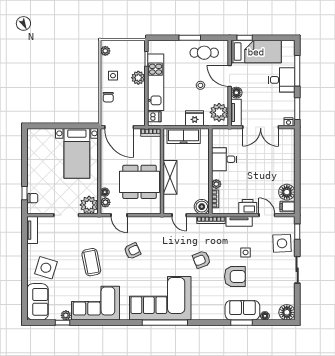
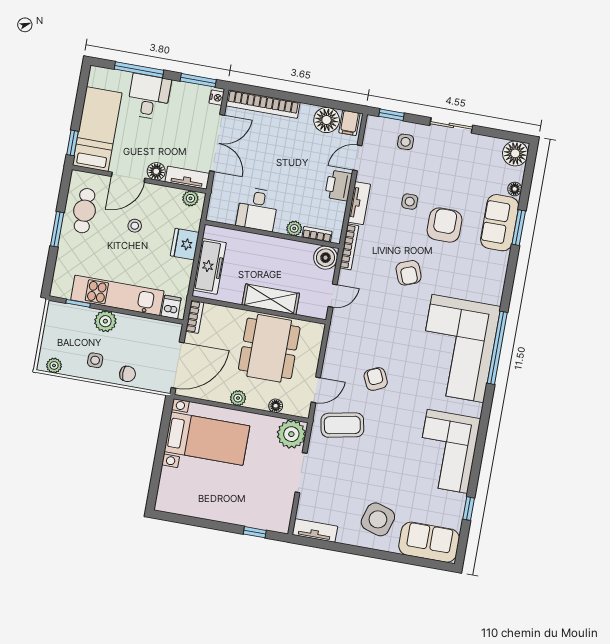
plant: (219, 112) -> (190, 198), width x0.53, depth x0.53
bookcase: (290, 151) -> (263, 104), added
chair: (33, 198) -> (265, 520), removed
plant: (105, 202) -> (238, 398), moved
side table: (282, 243) -> (406, 142), width x0.54, depth x0.54
coffee table: (91, 262) -> (342, 425), moved
plant: (66, 315) -> (458, 501), removed

